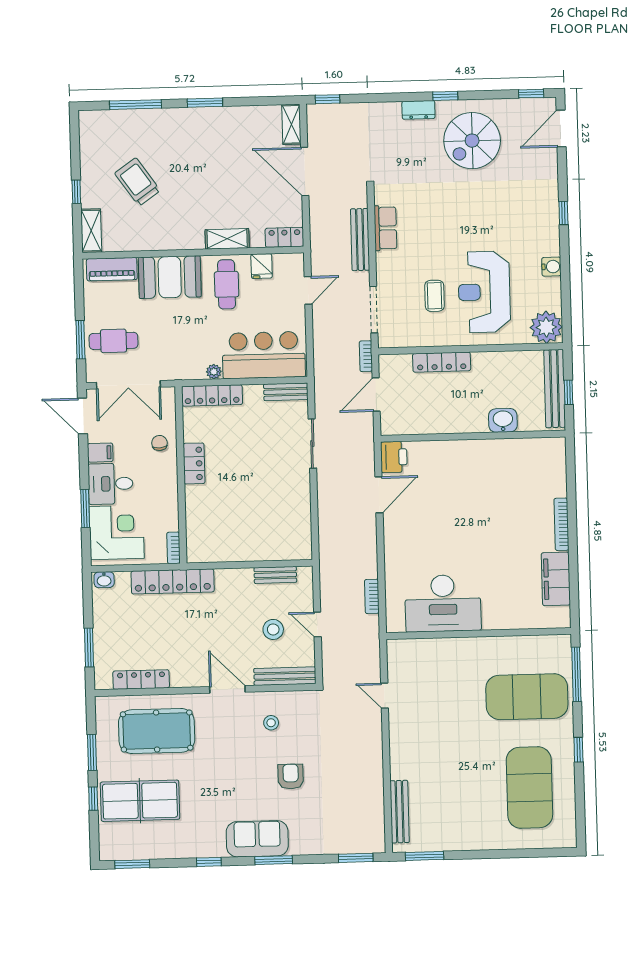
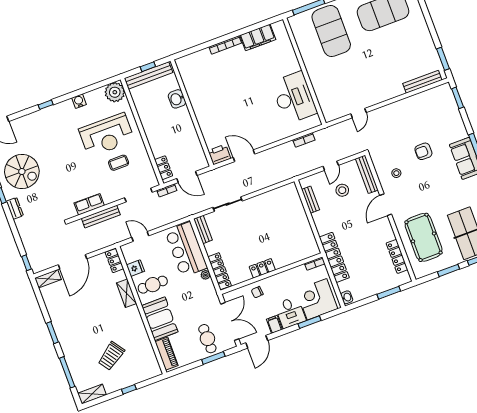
shelving: (91, 231) -> (92, 394), moved
locker: (442, 362) -> (164, 168), moved, width x0.66

